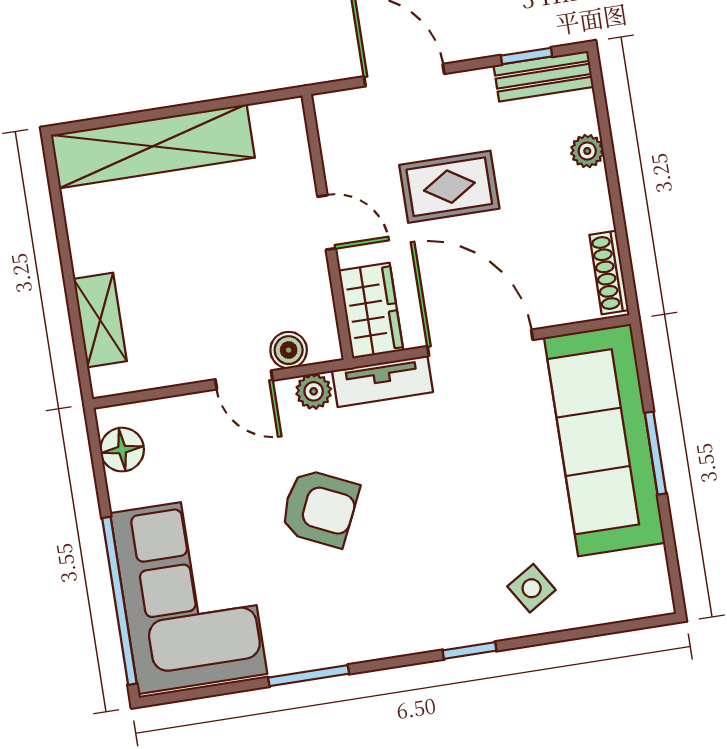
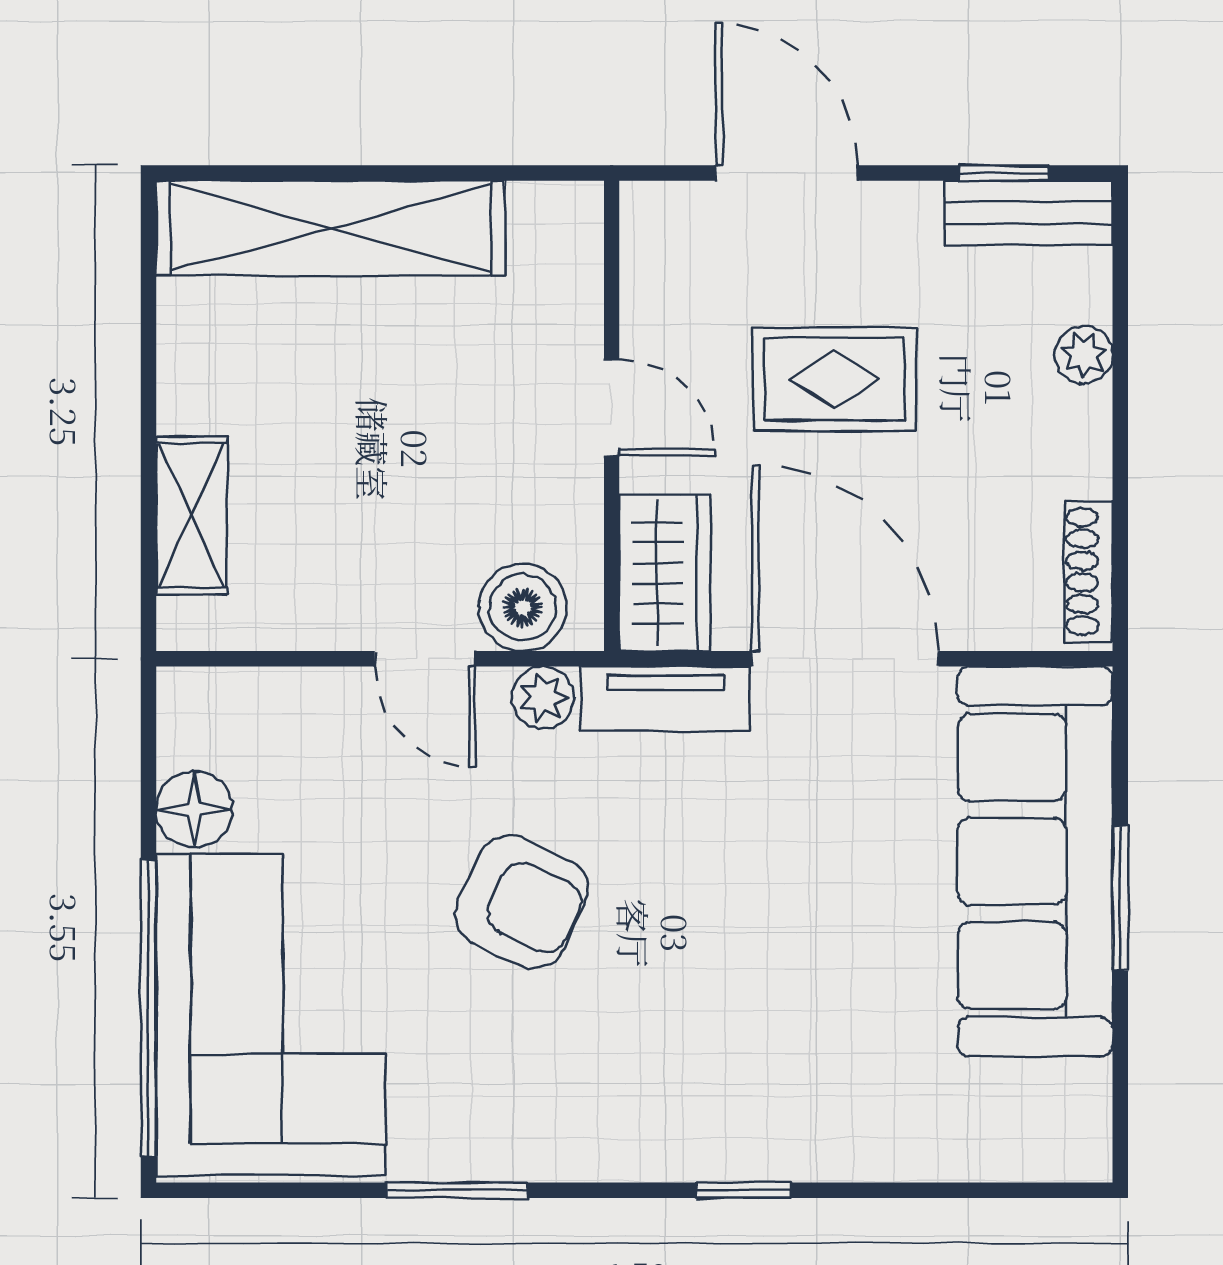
boiler: (289, 350) -> (523, 607), width x1.36, depth x1.36
floor lamp: (122, 450) -> (194, 809), moved
side table: (532, 588) -> (868, 1099), removed

